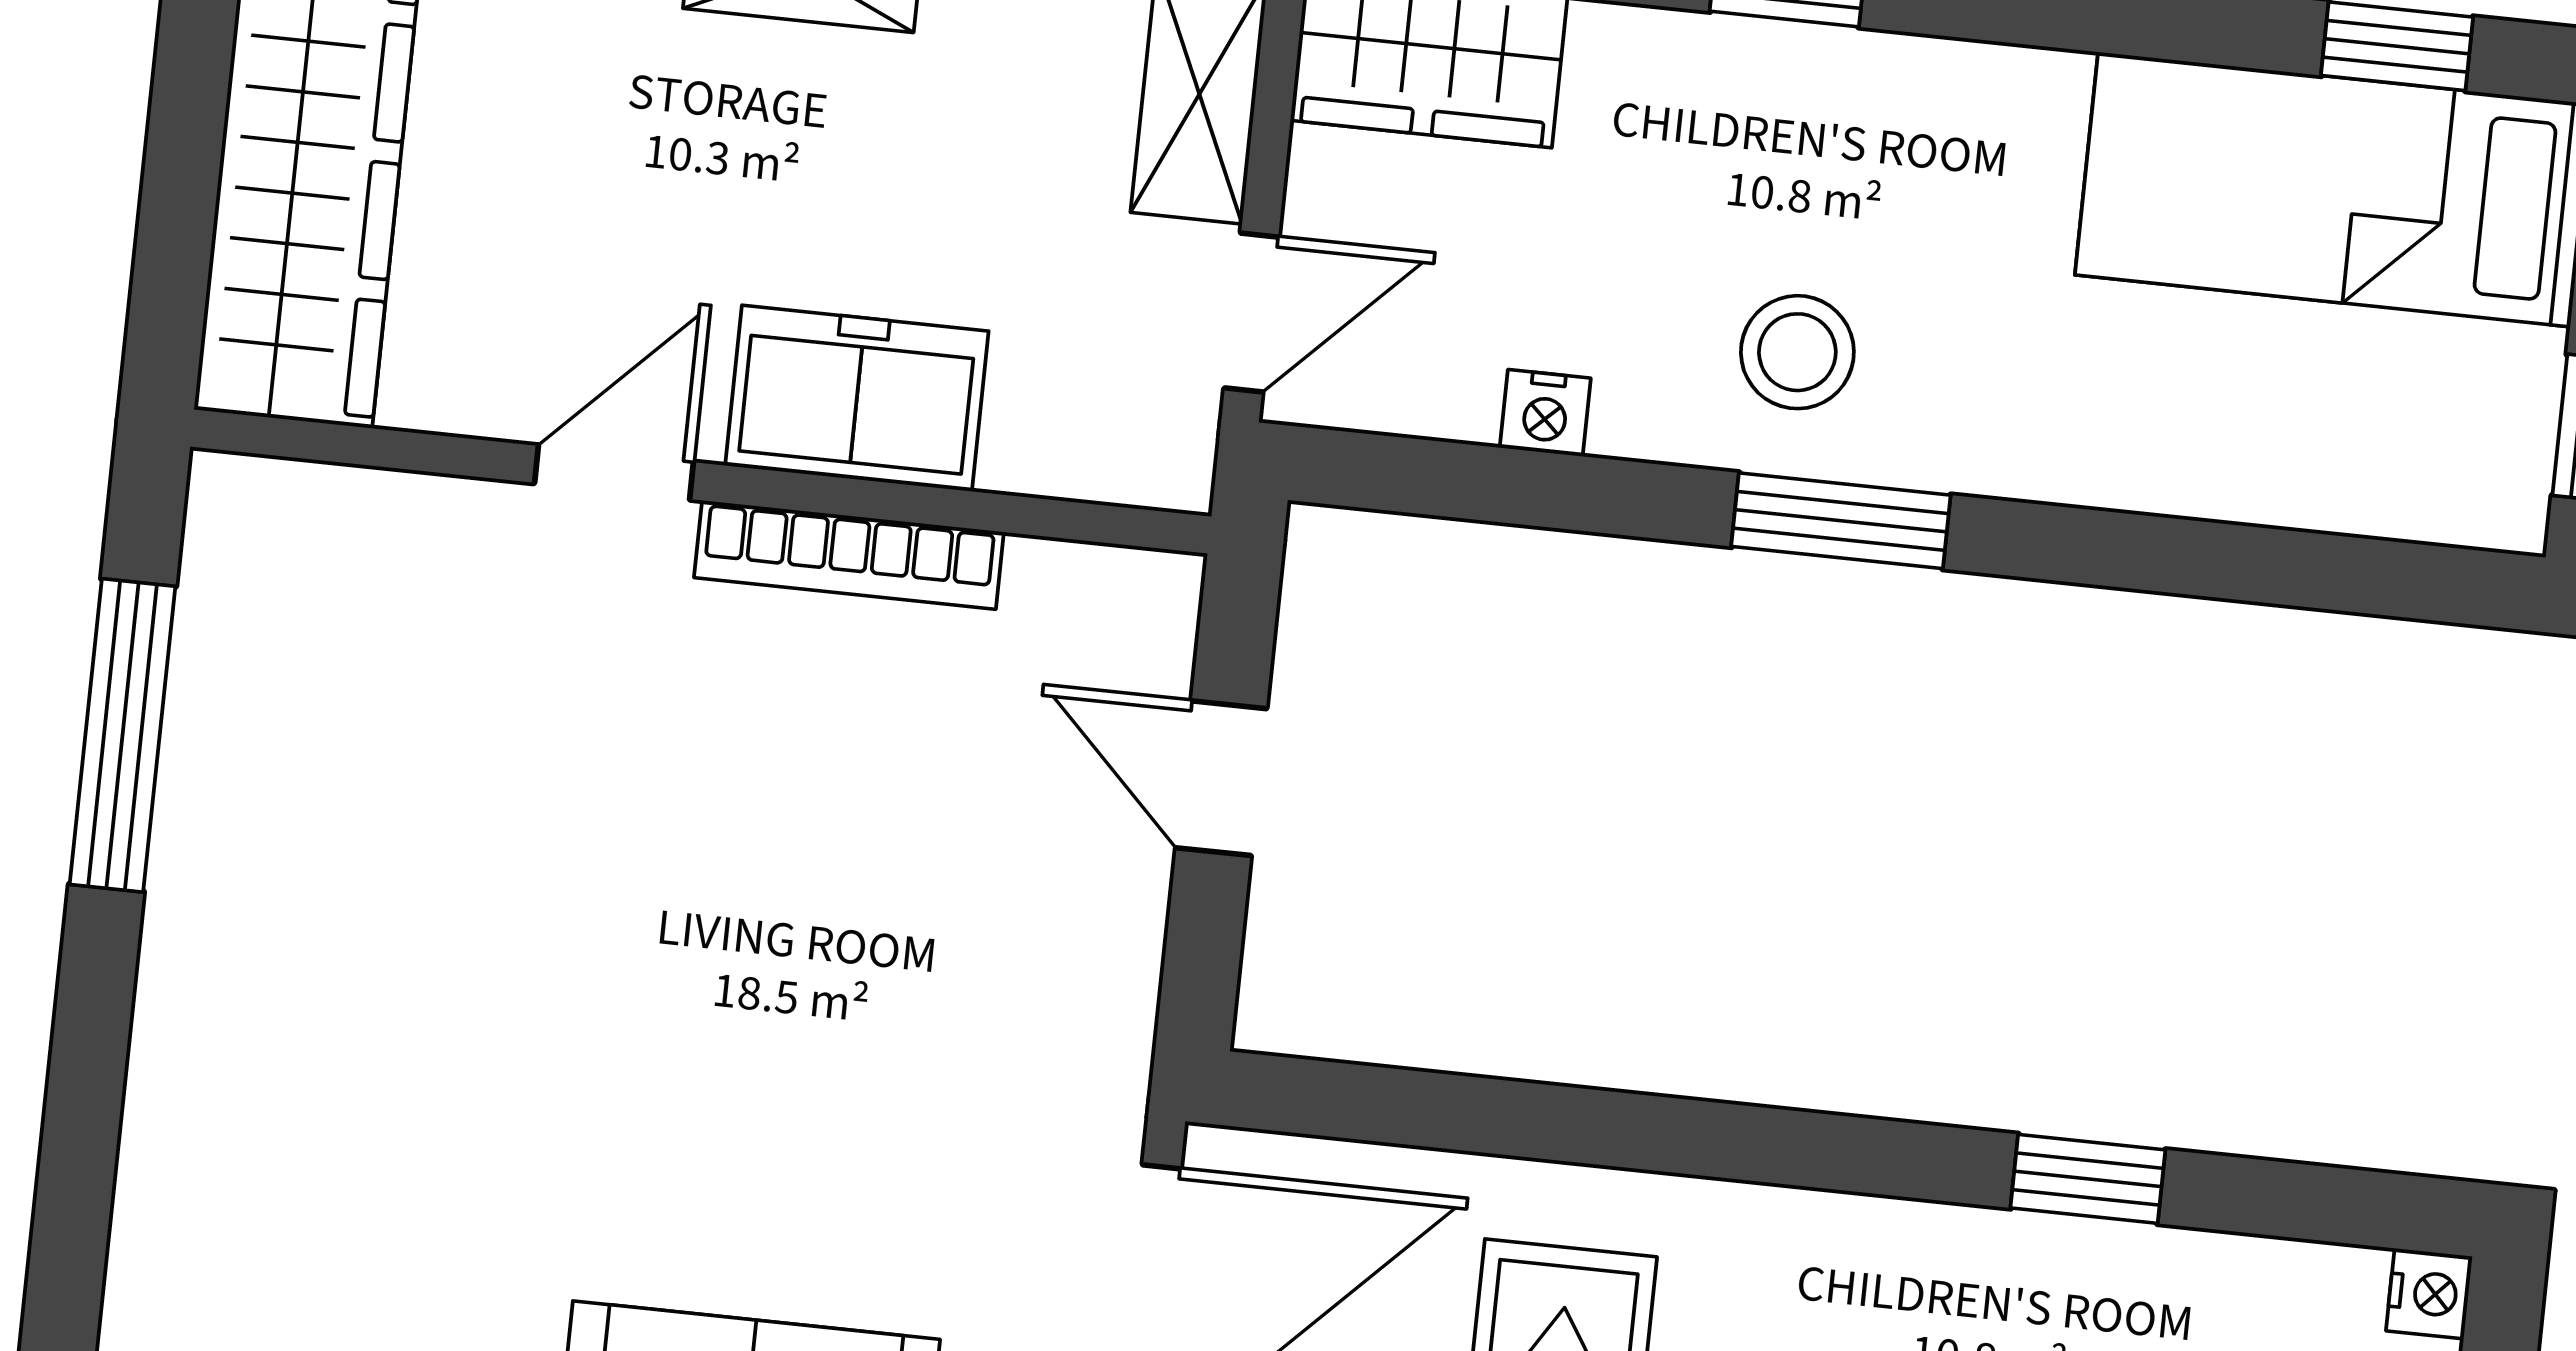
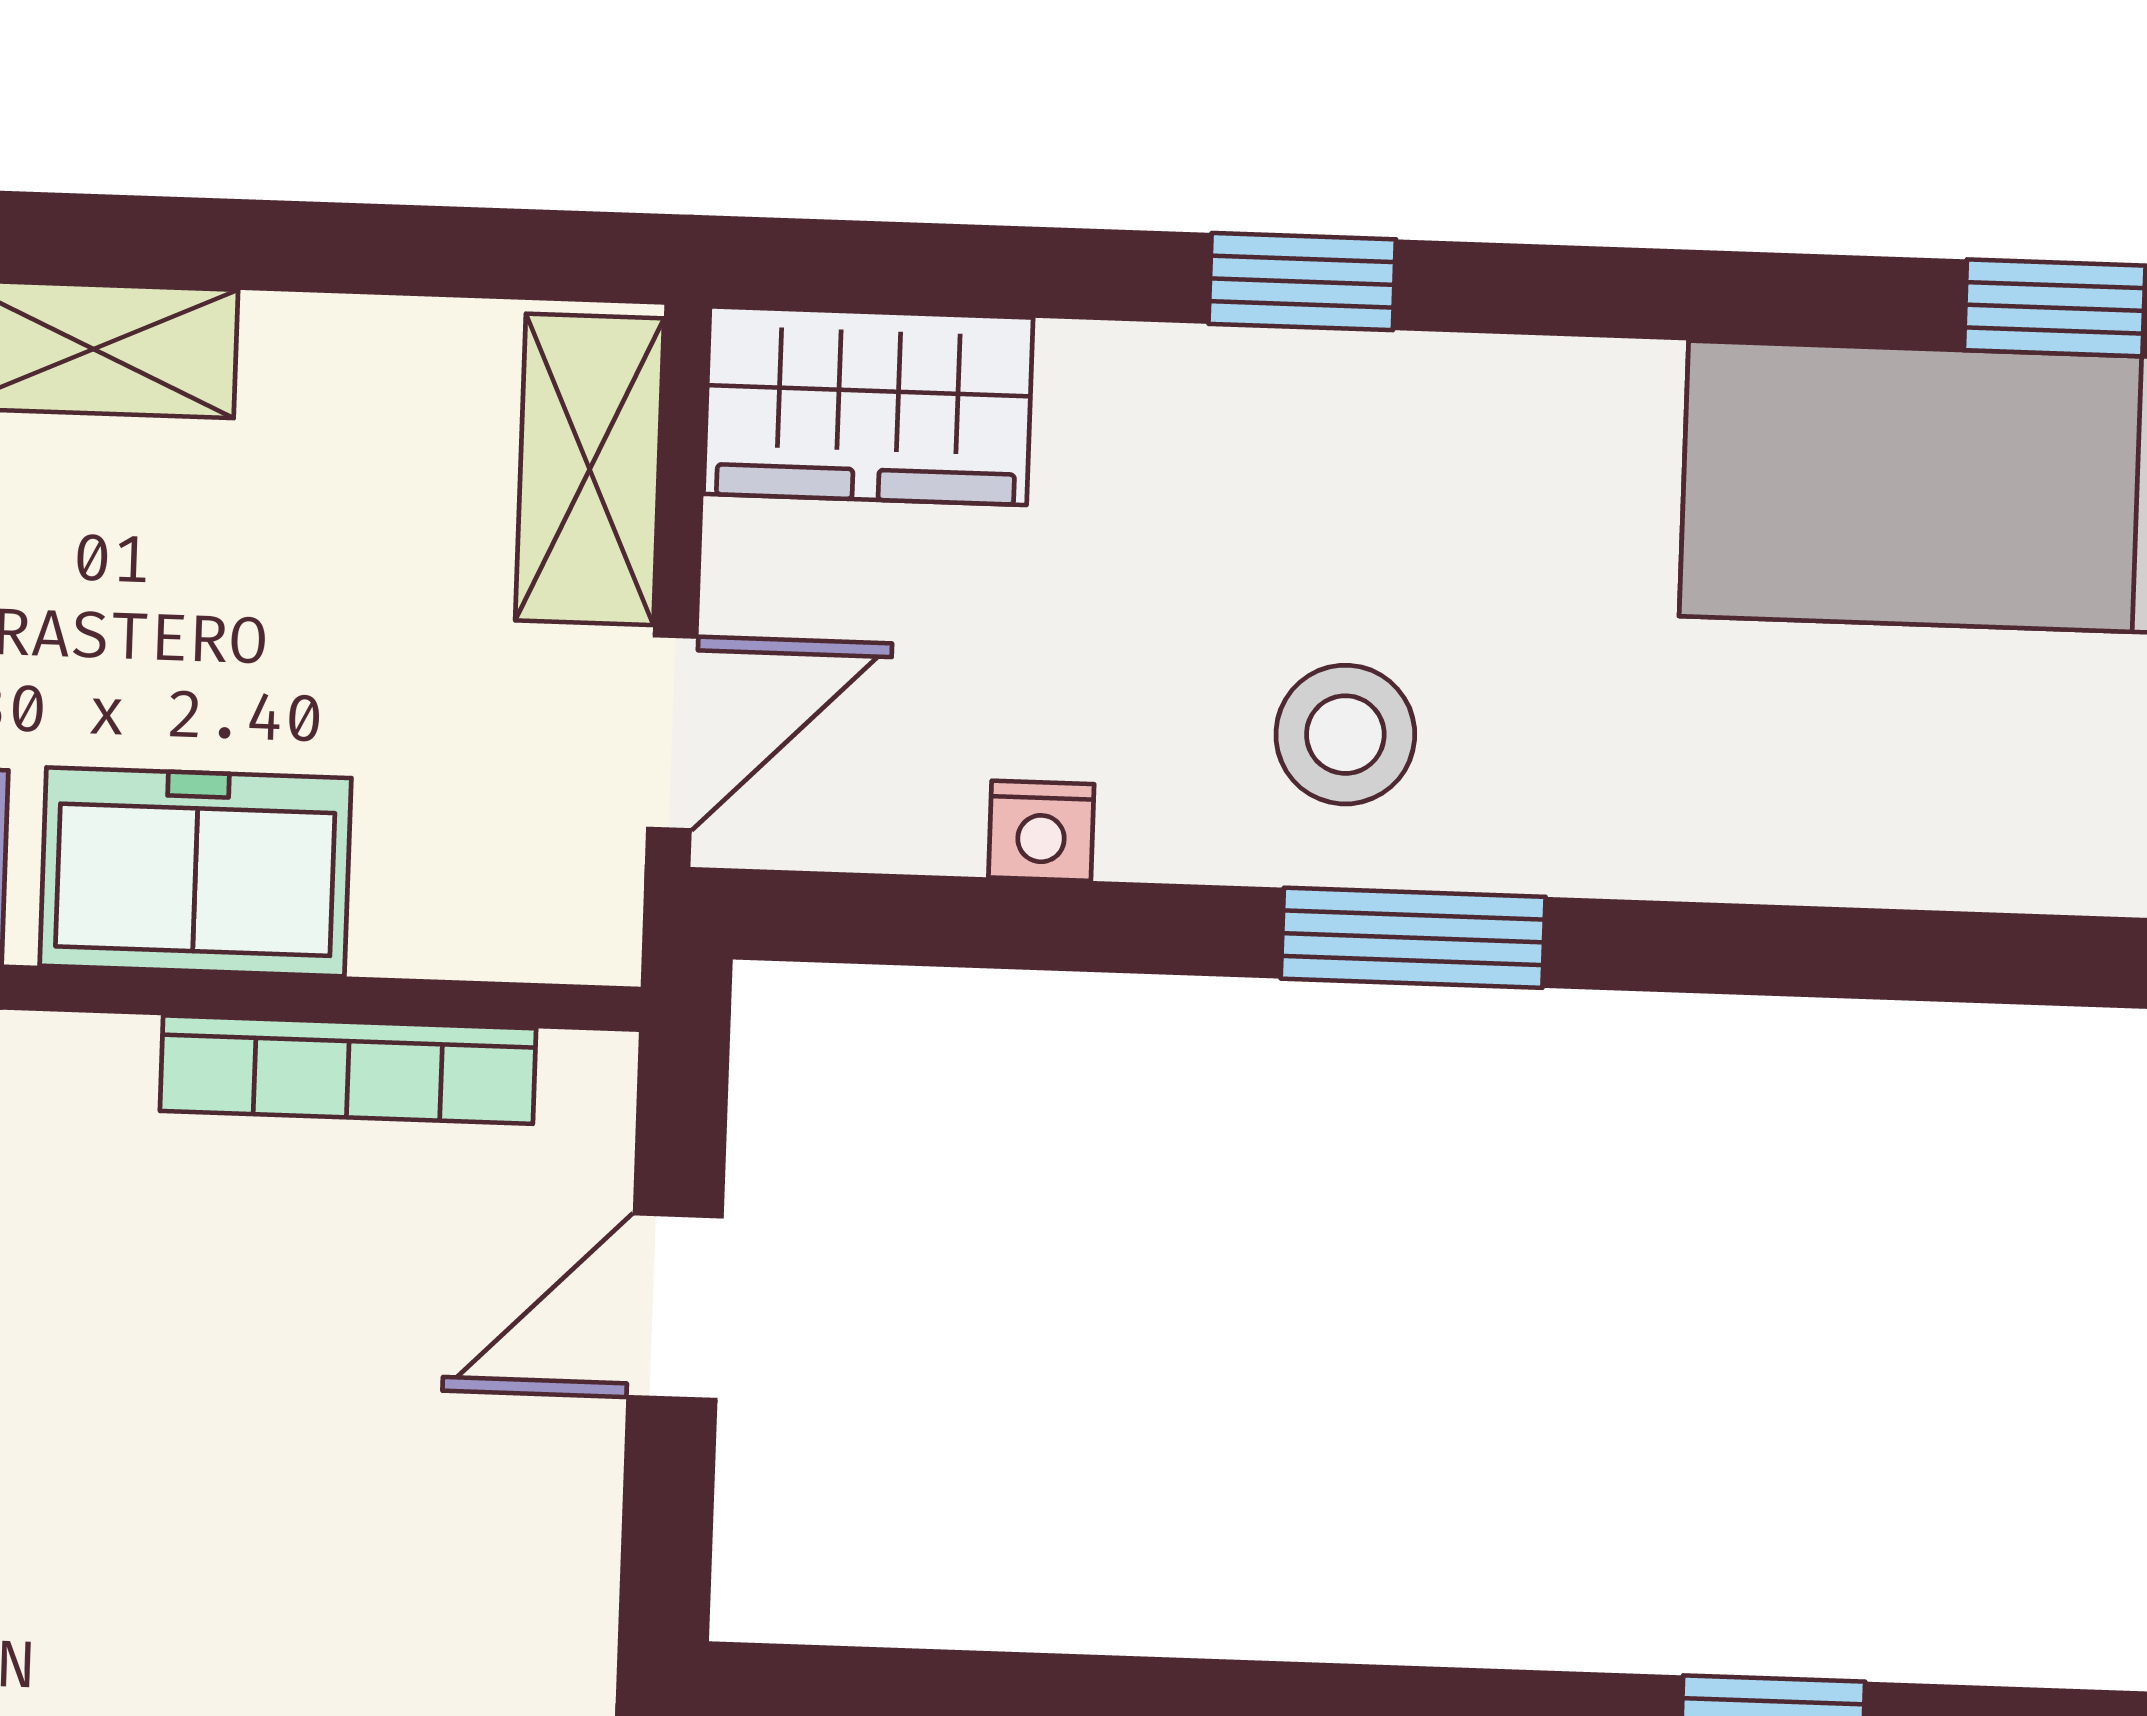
bookcase: (849, 555) -> (348, 1070), moved
door: (1221, 778) -> (675, 1307), hinge flipped

